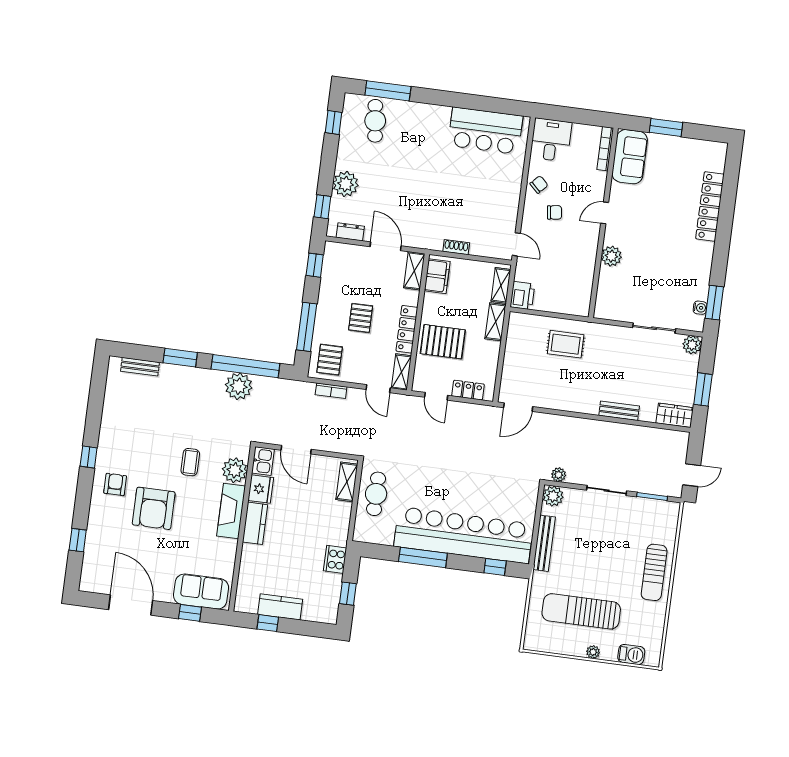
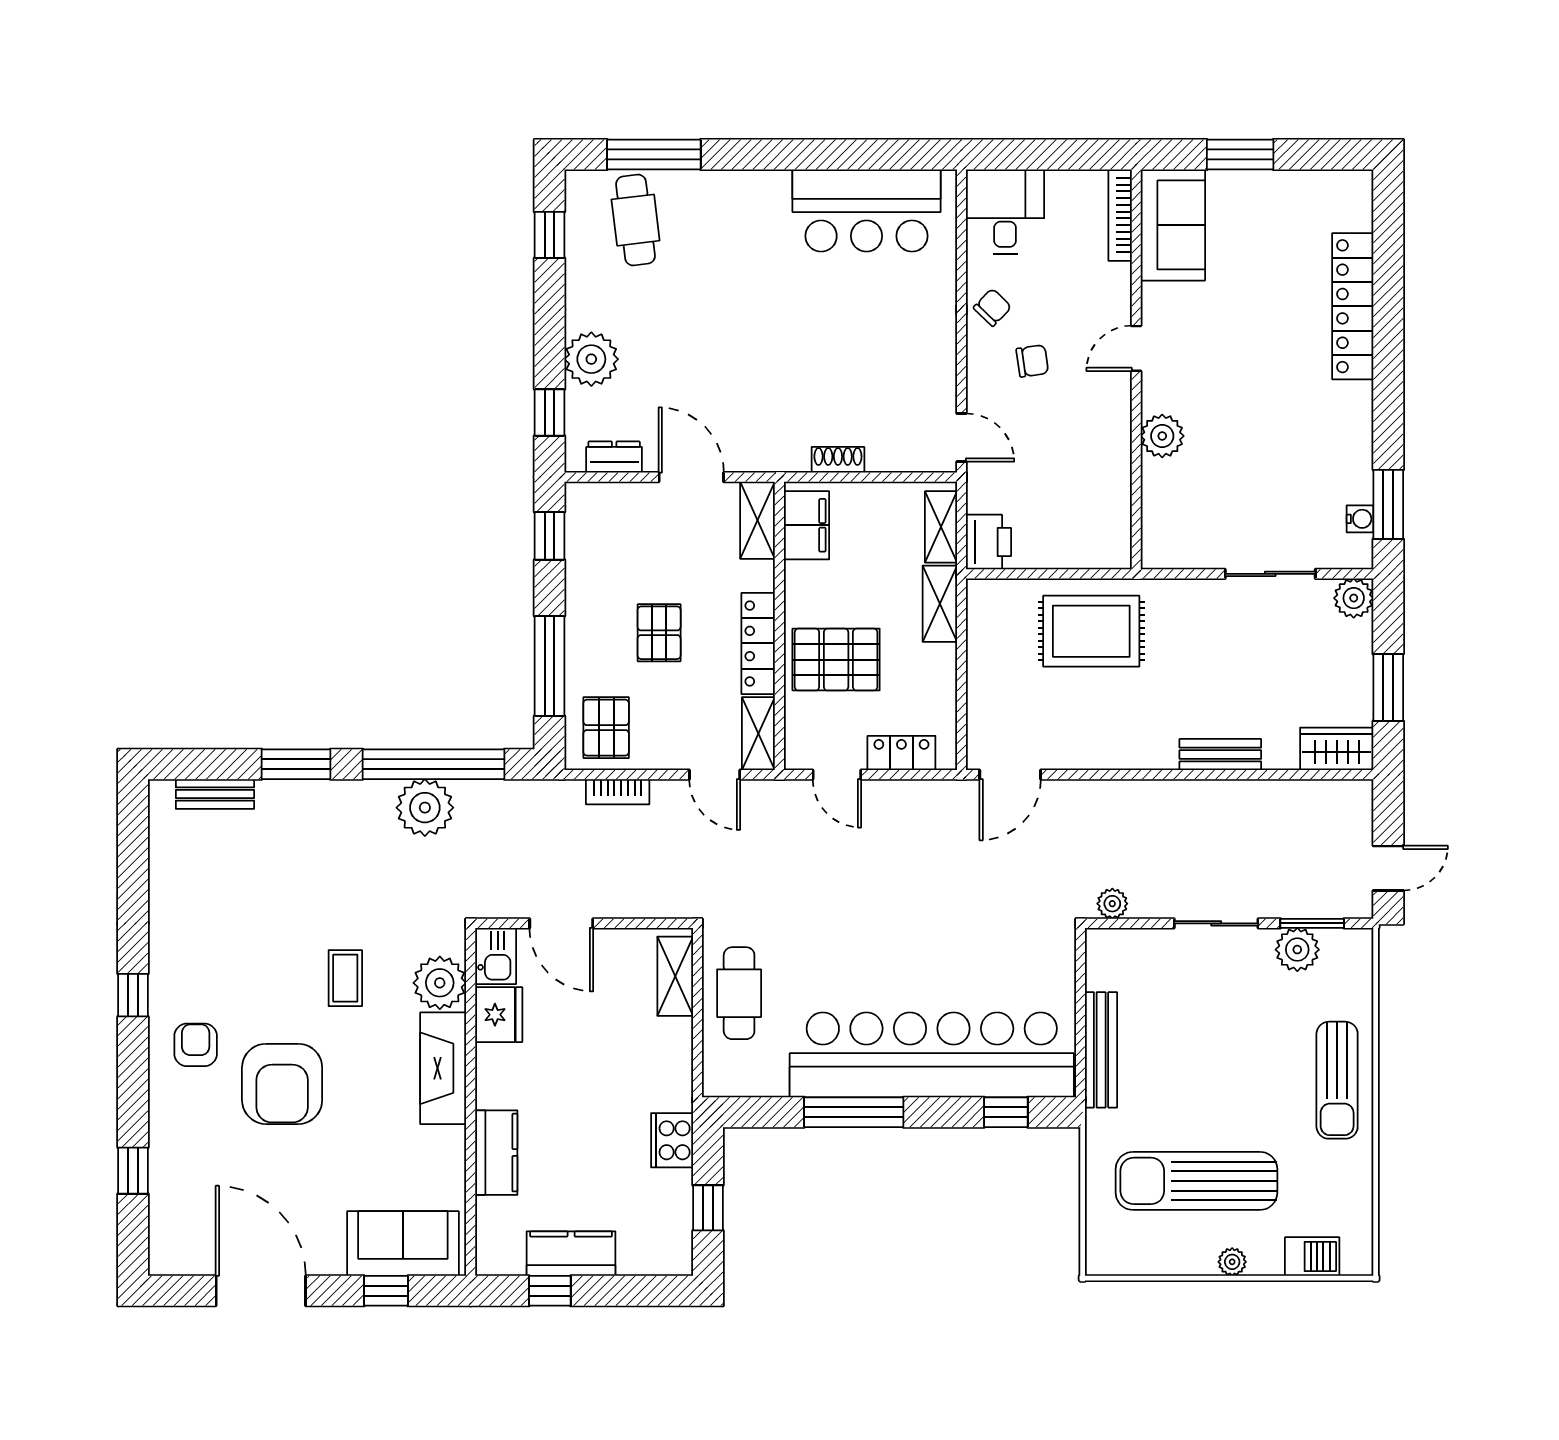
rug: (566, 344) -> (1091, 631), width x1.36, depth x1.43
plant: (553, 496) -> (1297, 950), moved
kitchen counter: (255, 523) -> (496, 1153), moved

